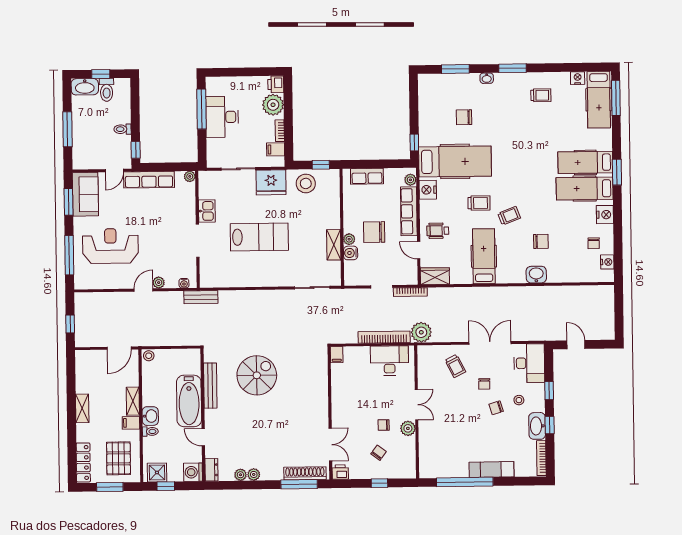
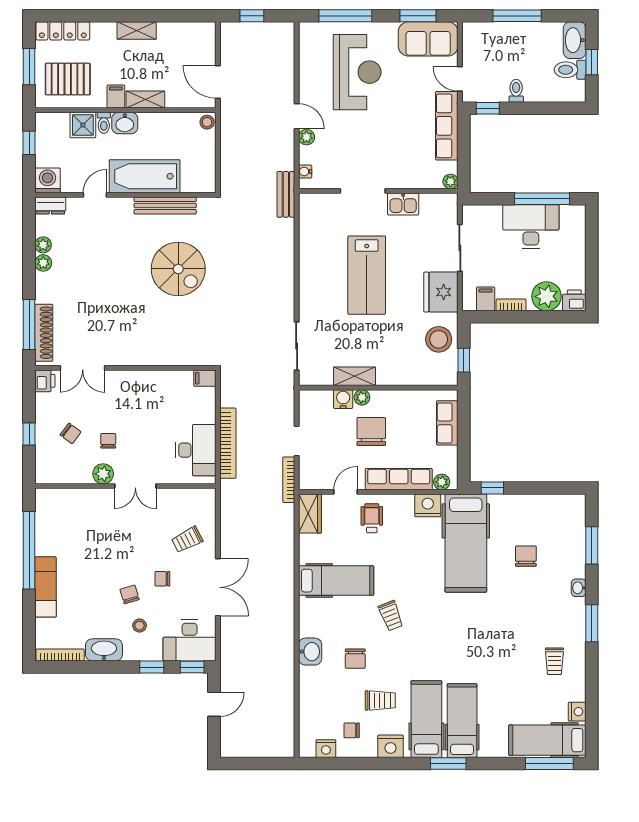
trolley: (479, 203) -> (380, 700), moved, turned -90
plant: (421, 332) -> (234, 494), removed
window: (550, 425) -> (192, 667), moved
shower: (157, 472) -> (83, 125), moved

